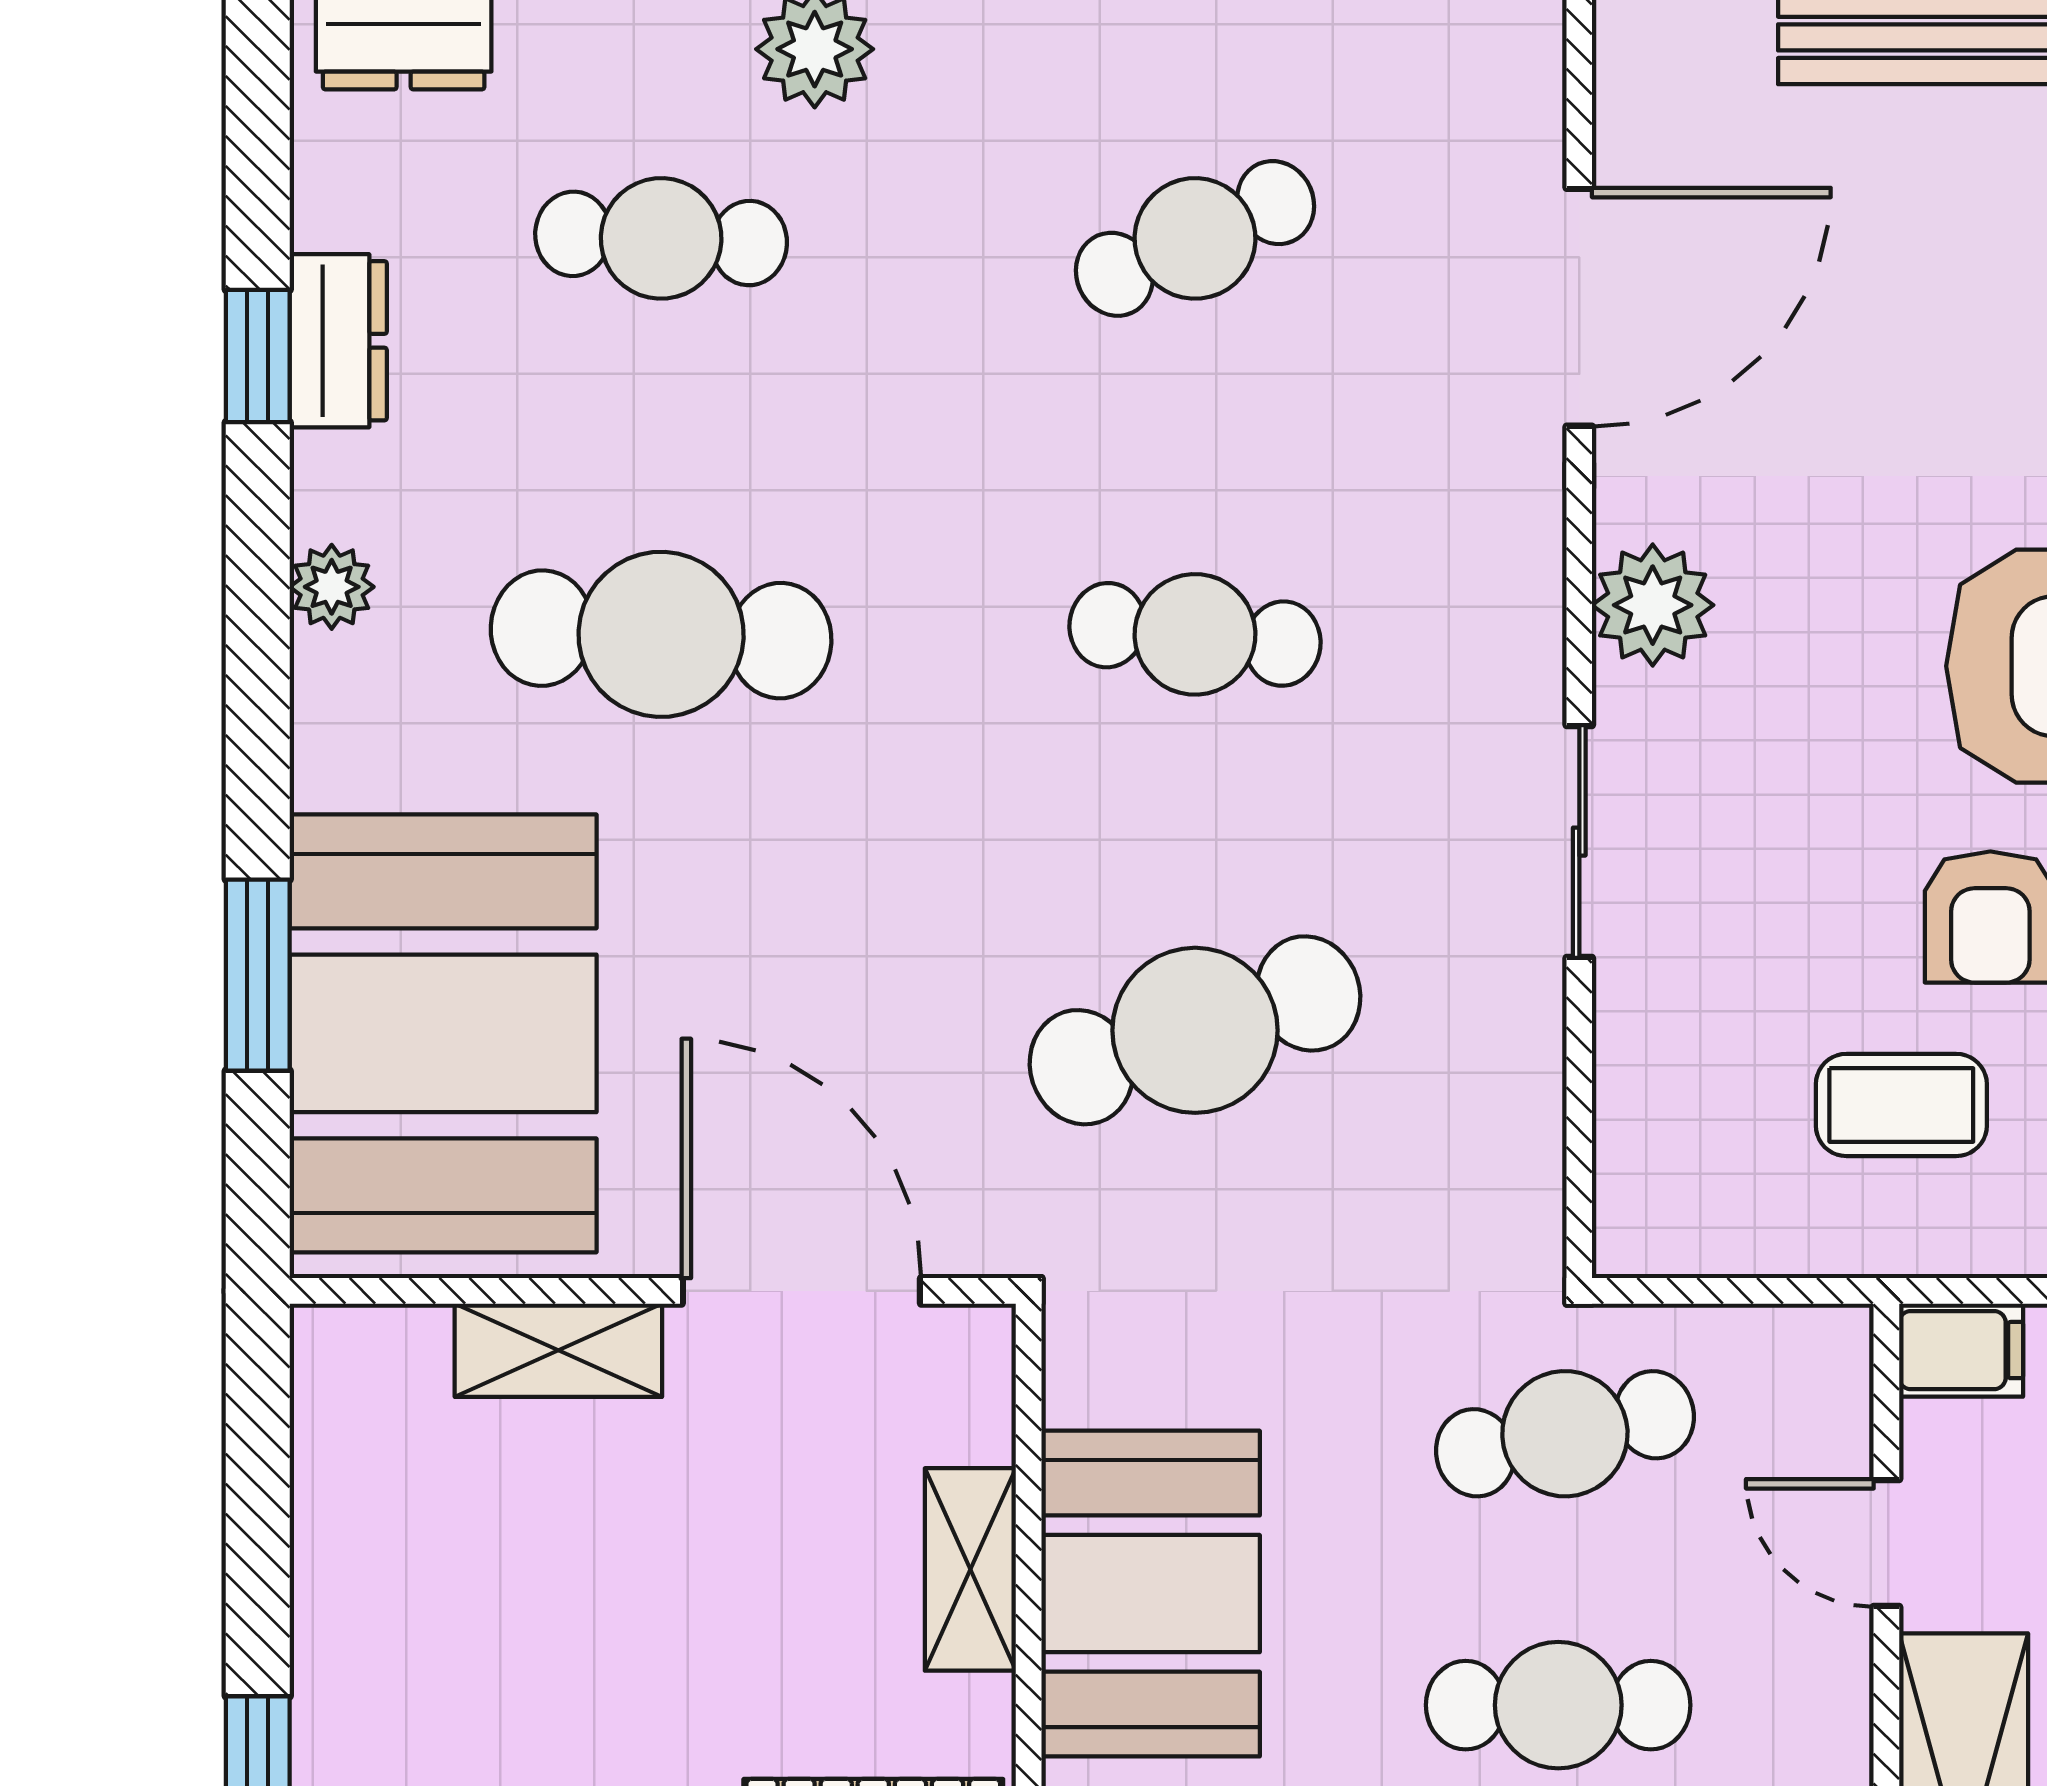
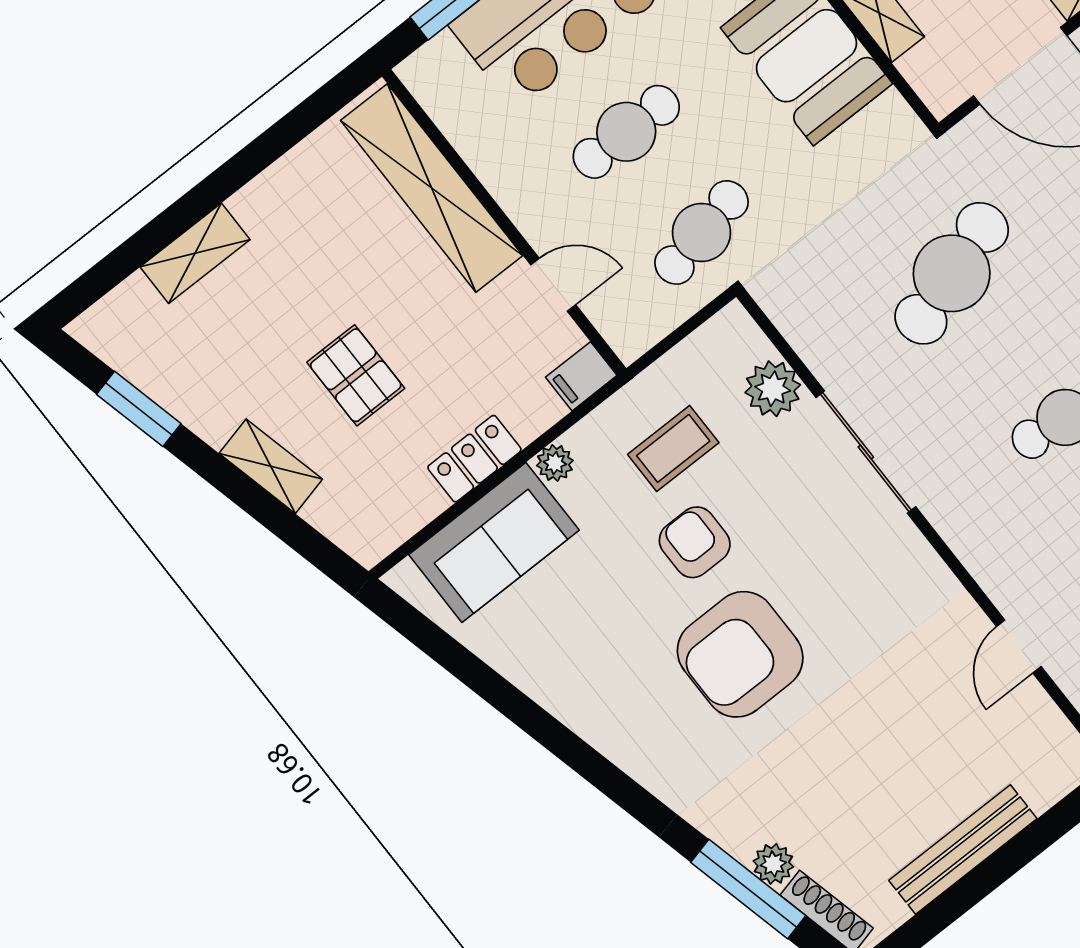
door: (1579, 307) -> (1019, 646), width x0.53
plant: (1653, 605) -> (773, 389), moved
sliding door: (1579, 842) -> (866, 452), width x1.37

